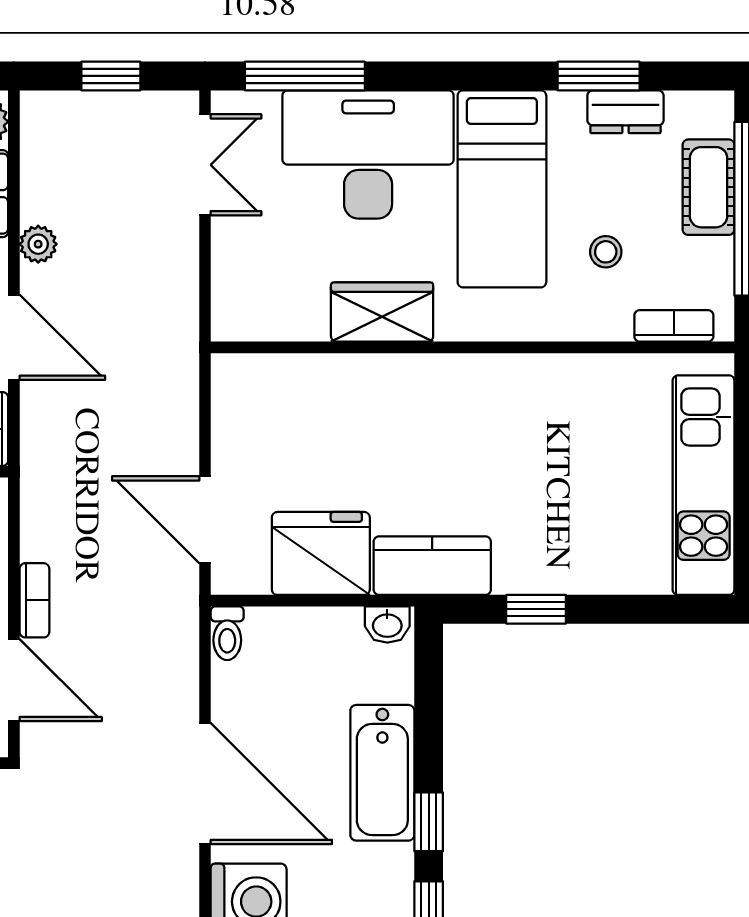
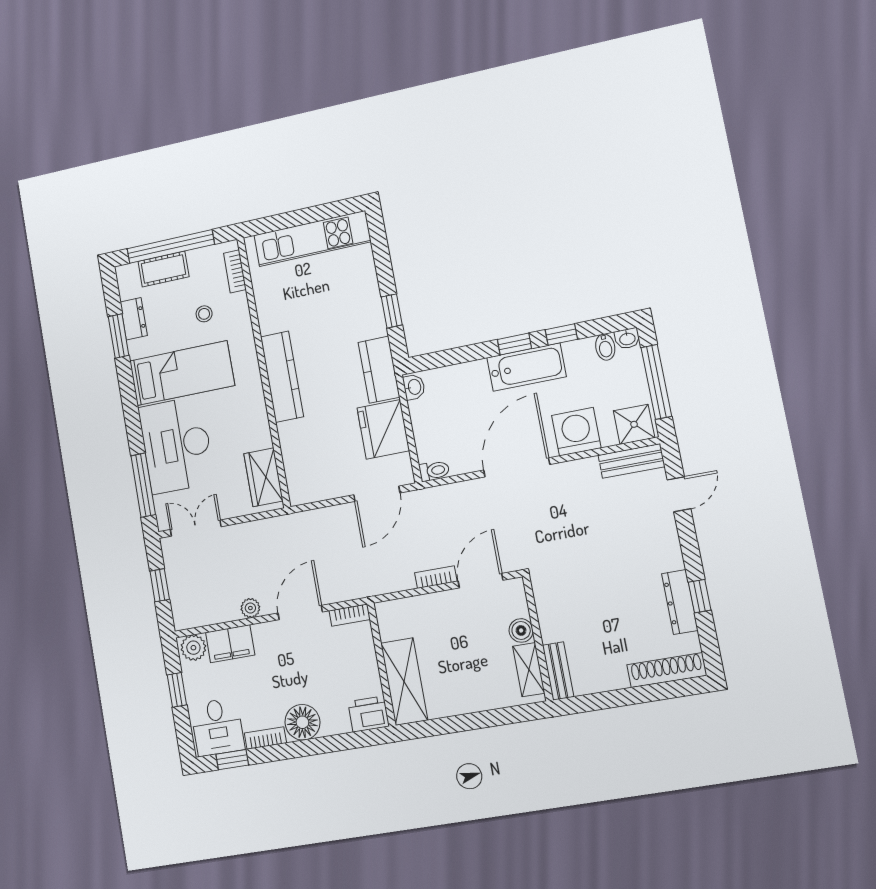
wardrobe: (382, 312) -> (263, 477), moved
kitchen counter: (456, 381) -> (282, 377), added
bathtub: (382, 773) -> (526, 367), moved

